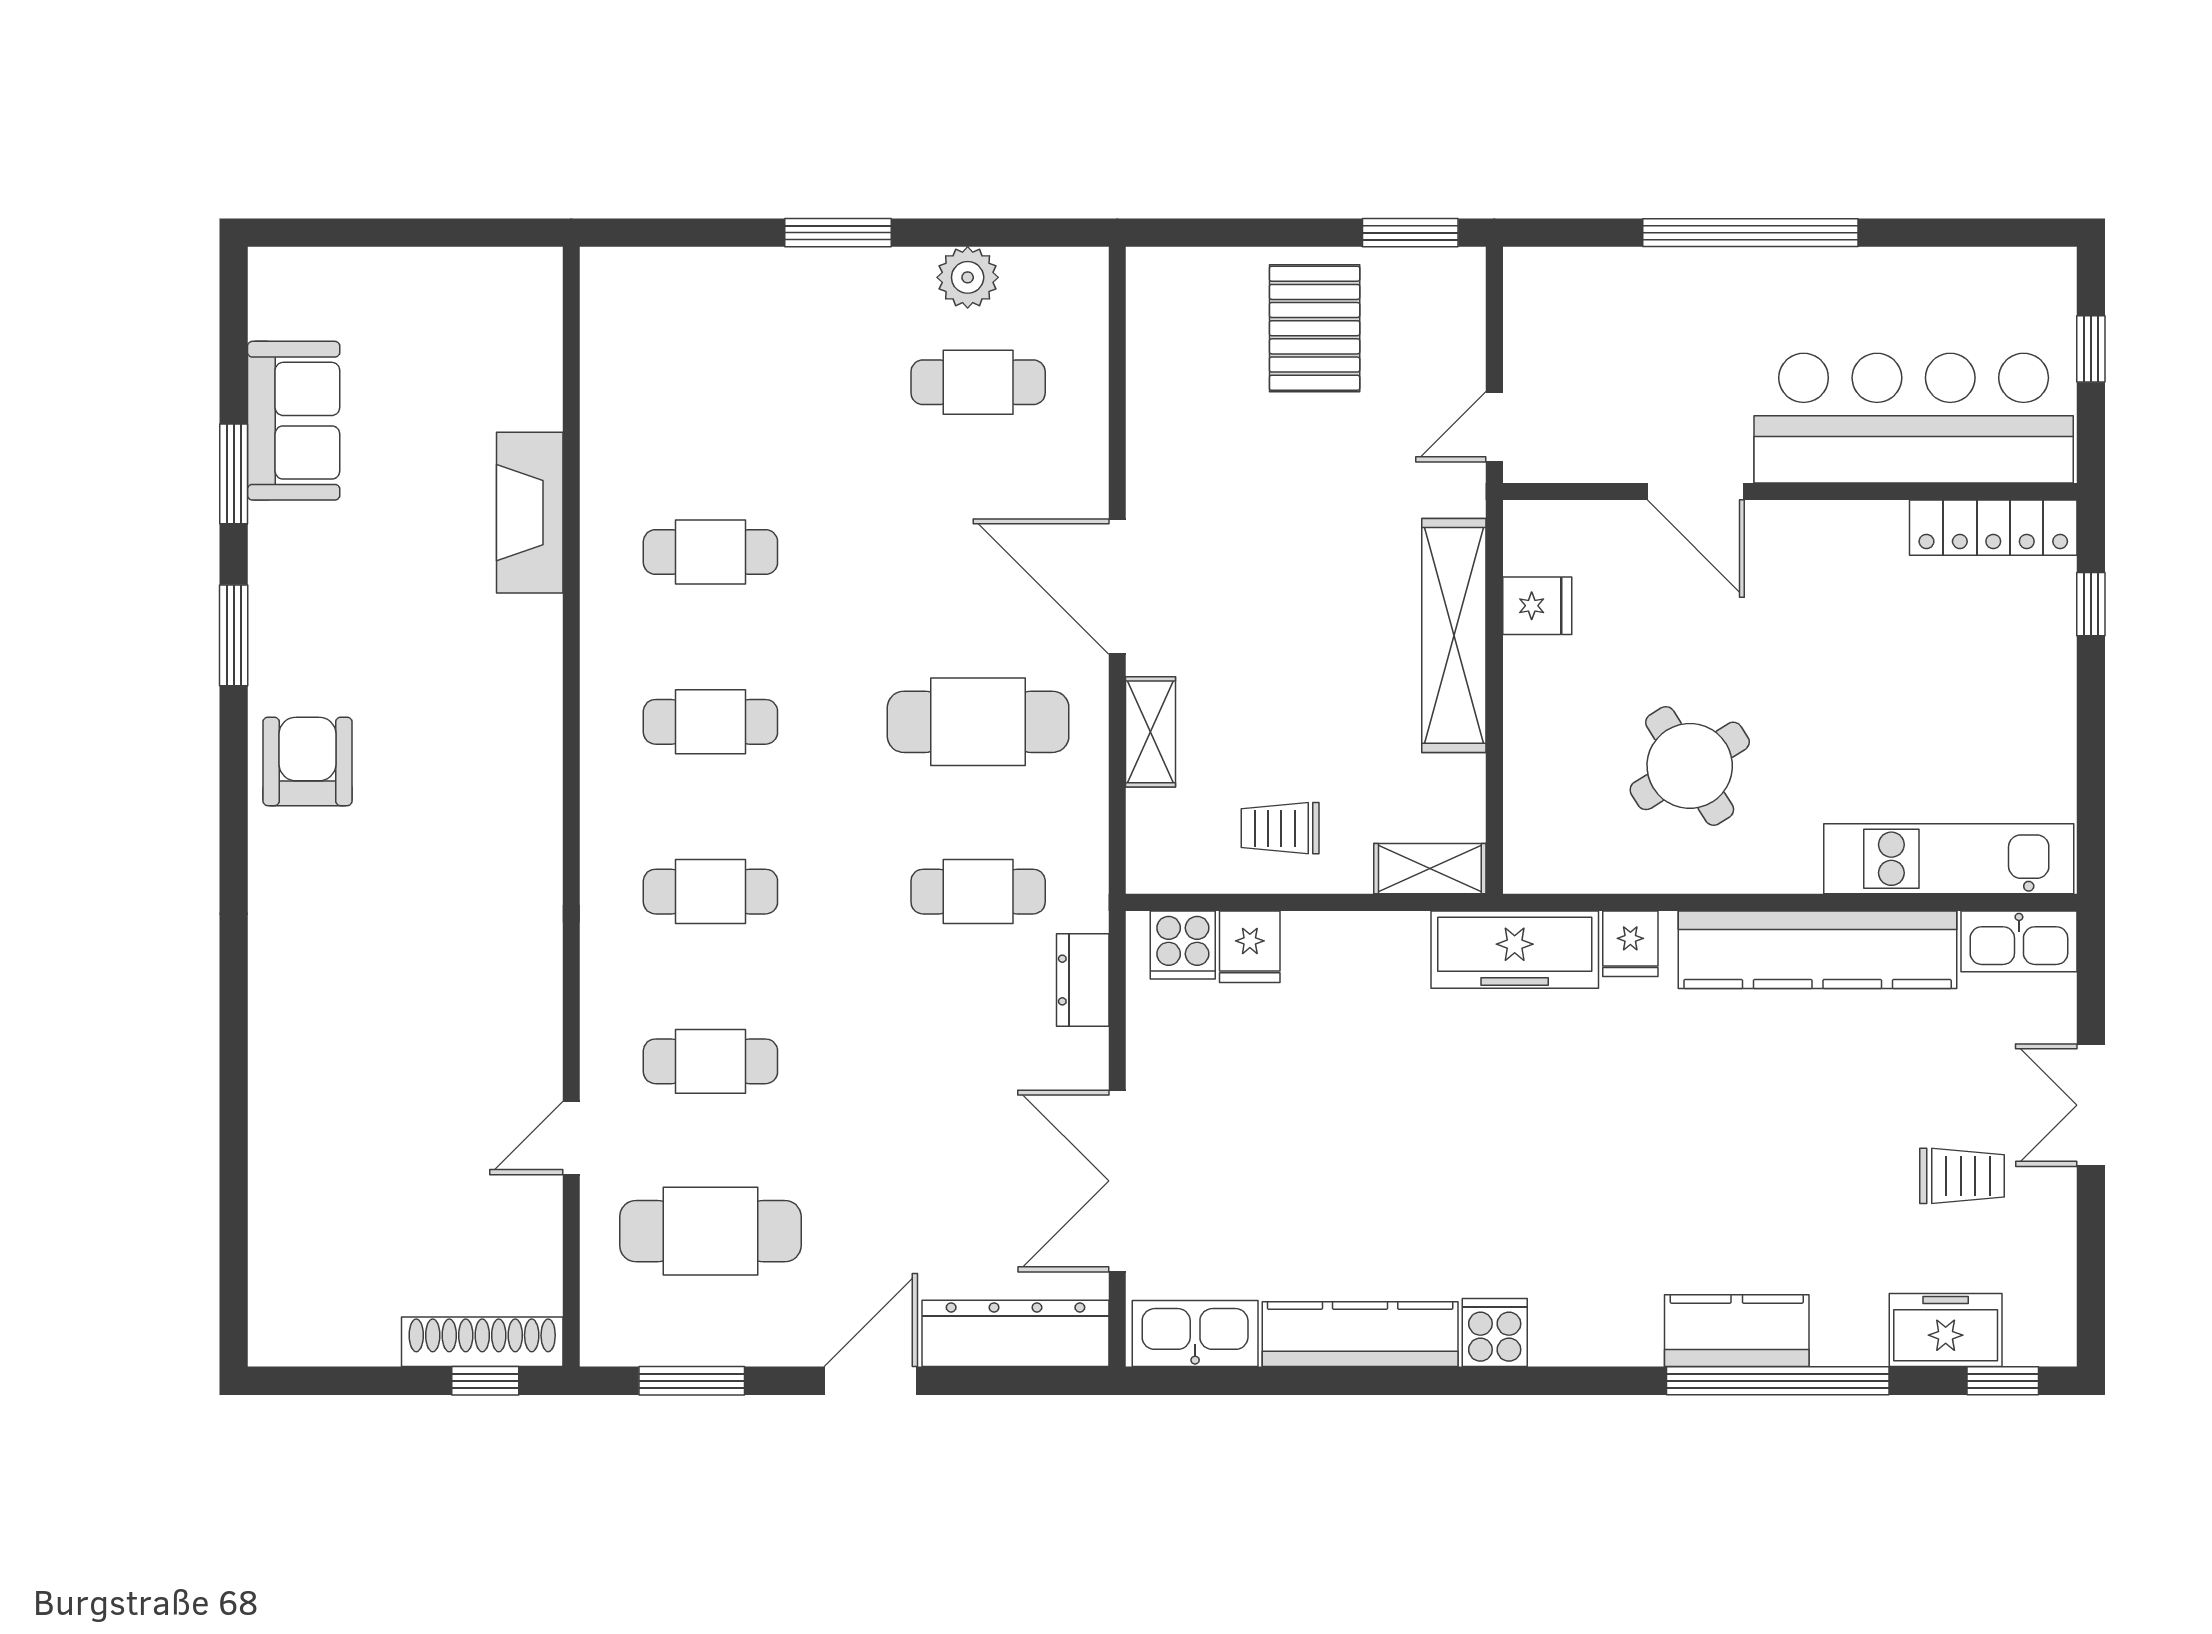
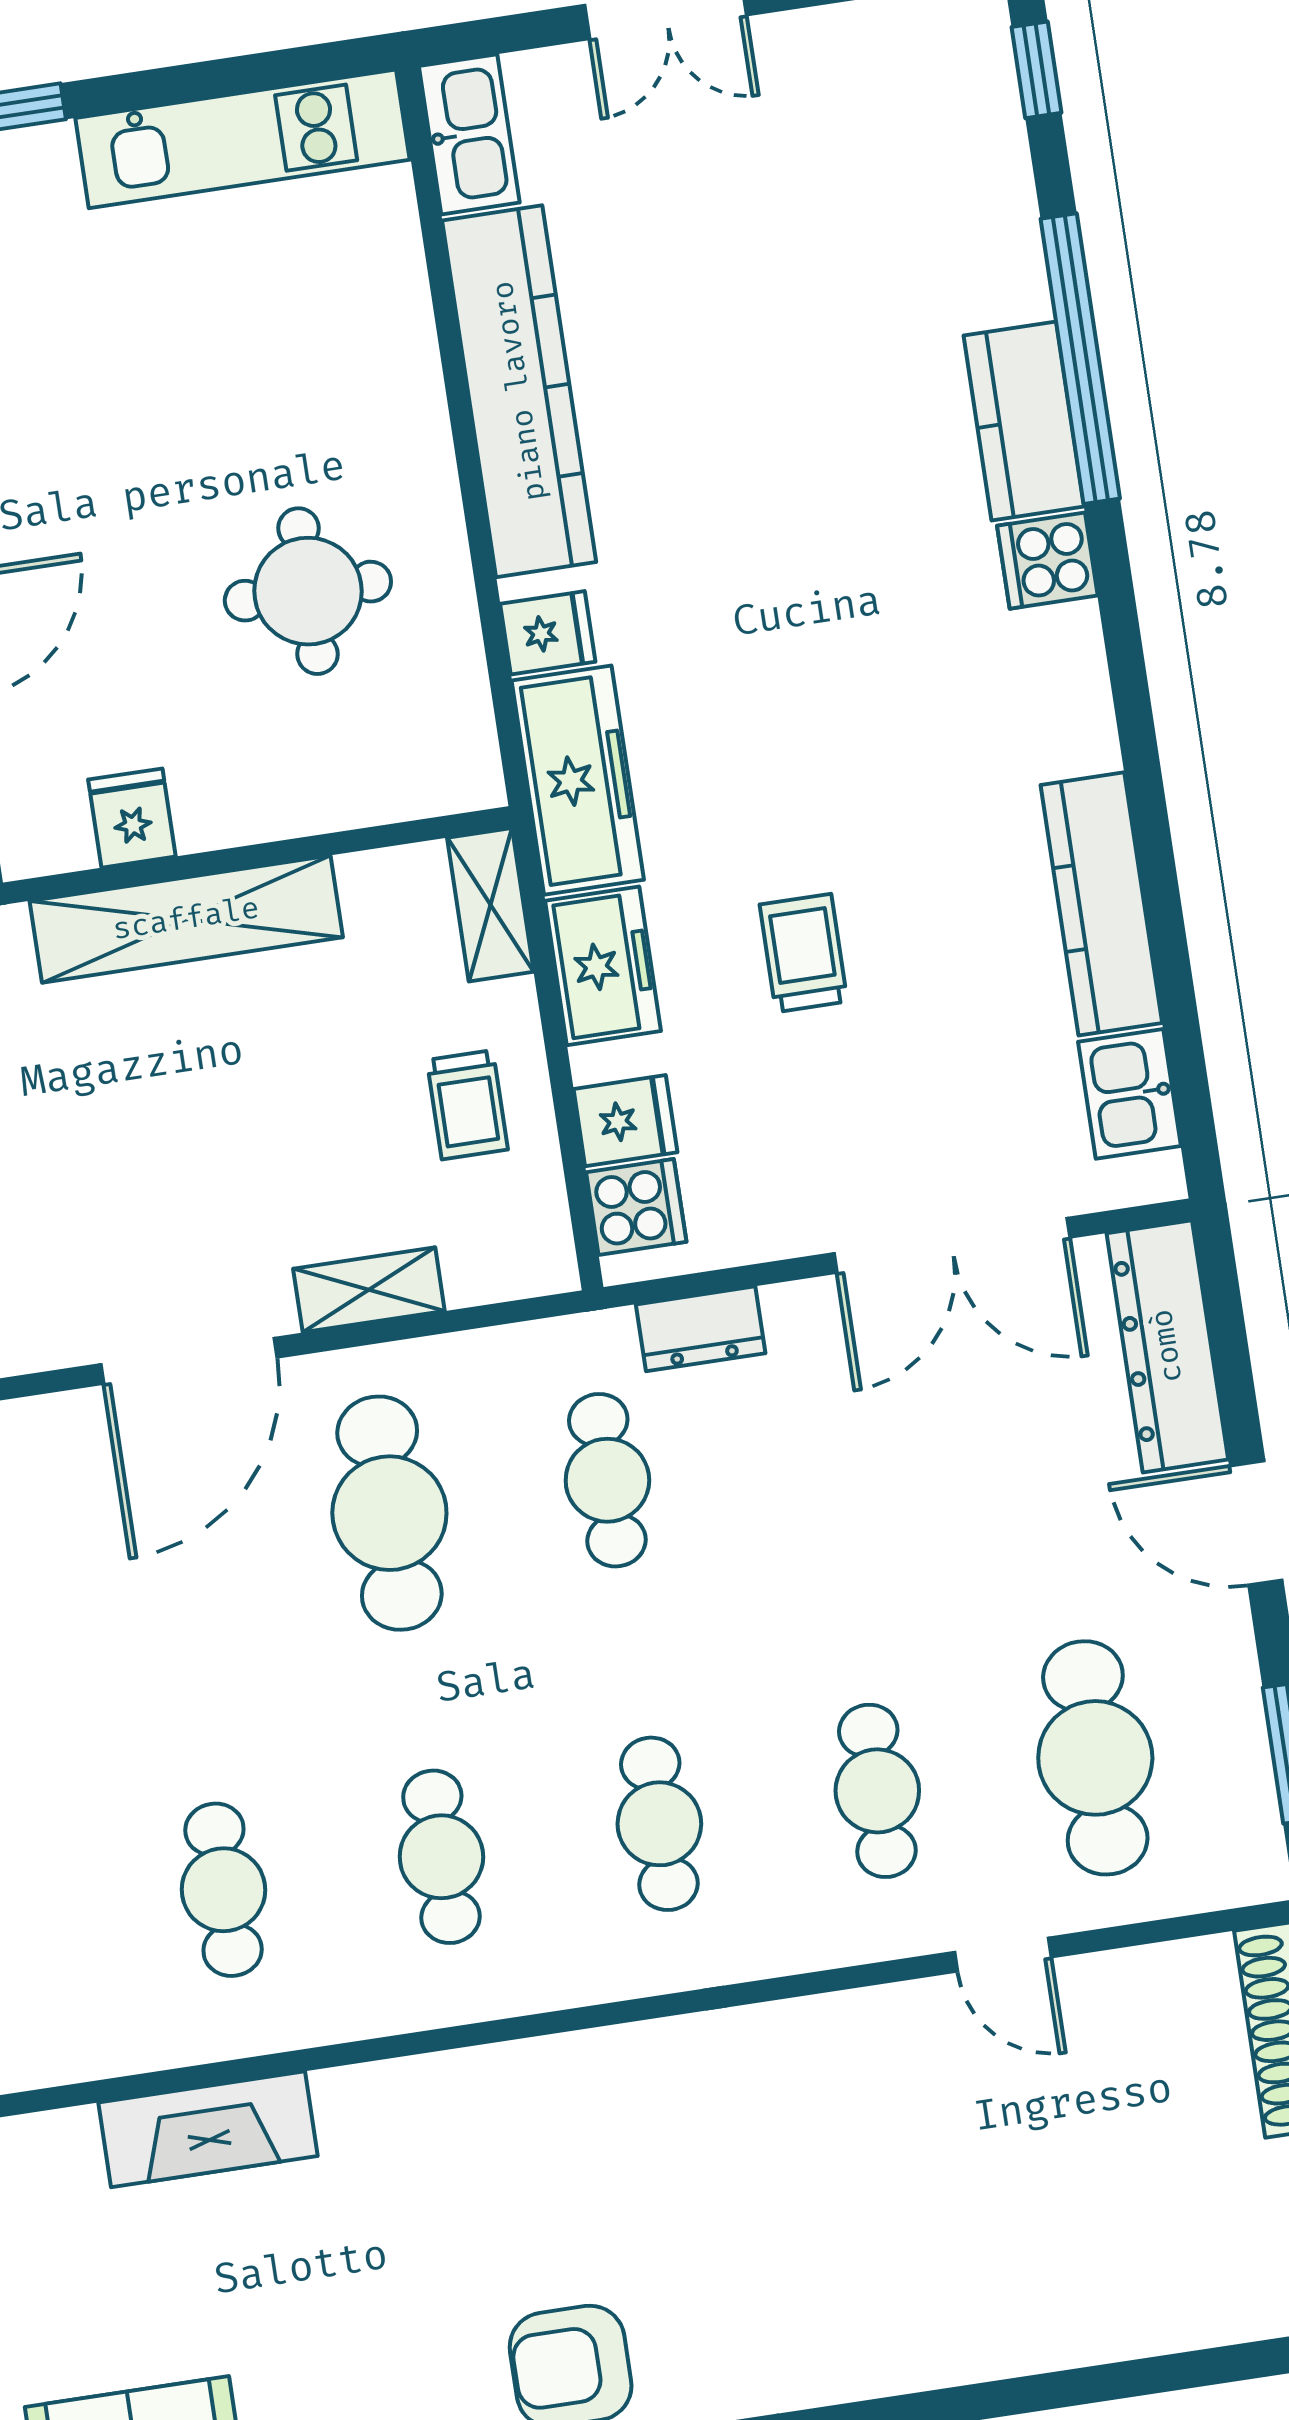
round table: (1690, 766) -> (308, 591), turned 32
kitchen unit: (1949, 859) -> (242, 139), moved, turned -90
trolley: (1962, 1176) -> (804, 953), moved
freezer: (1946, 1330) -> (603, 966), moved, turned 180
cooker: (1495, 1333) -> (1047, 561), moved
kitchen sink: (1195, 1334) -> (1129, 1094), width x0.73

